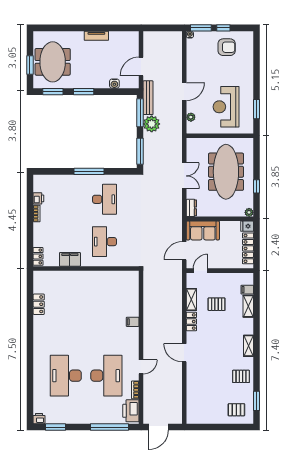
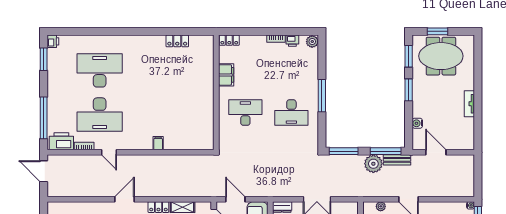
bench: (148, 98) -> (397, 160), width x0.73
plant: (39, 180) -> (312, 42), added

